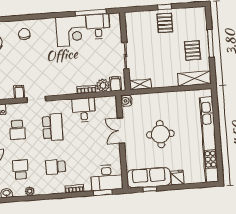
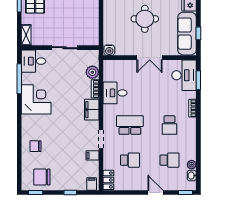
desk: (98, 26) -> (34, 61), moved
filing cabinet: (116, 84) -> (92, 110), moved, width x2.00
shelving: (140, 84) -> (26, 35), moved
double door: (121, 131) -> (150, 58), moved
school desk: (20, 170) -> (169, 160), turned 180
plant: (30, 191) -> (192, 165), moved

